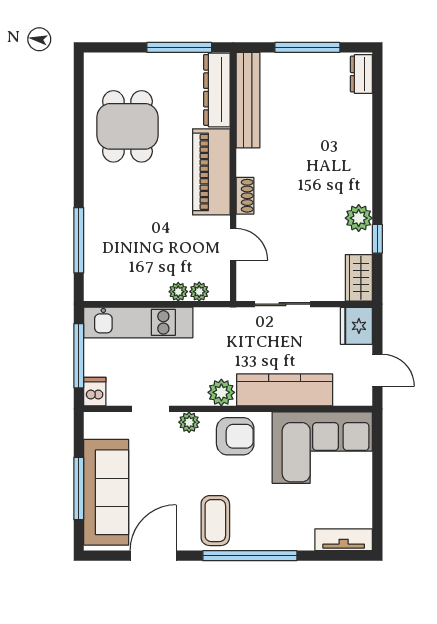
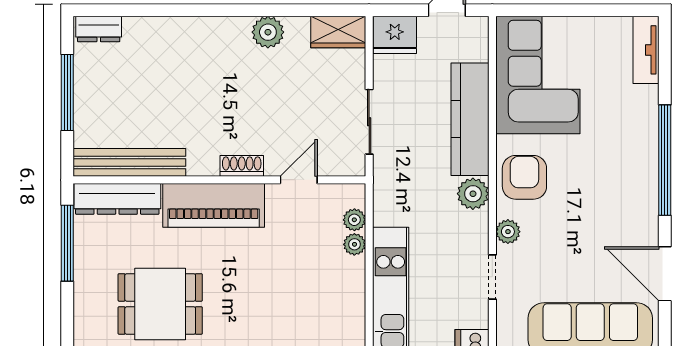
window: (377, 239) -> (292, 10), removed
coffee table: (215, 521) -> (624, 201), removed

